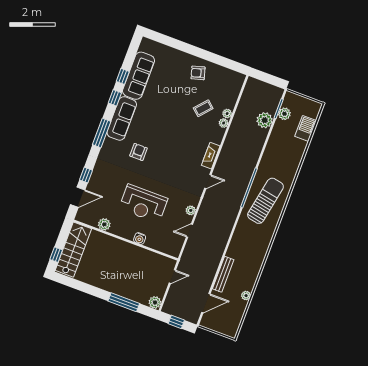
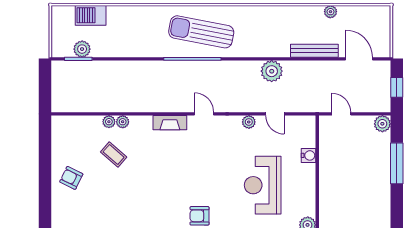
armchair: (198, 73) -> (71, 178), turned 132
plant: (265, 120) -> (272, 71), moved
reception desk: (143, 204) -> (263, 185), turned 180
water cooler: (140, 238) -> (309, 155), moved

